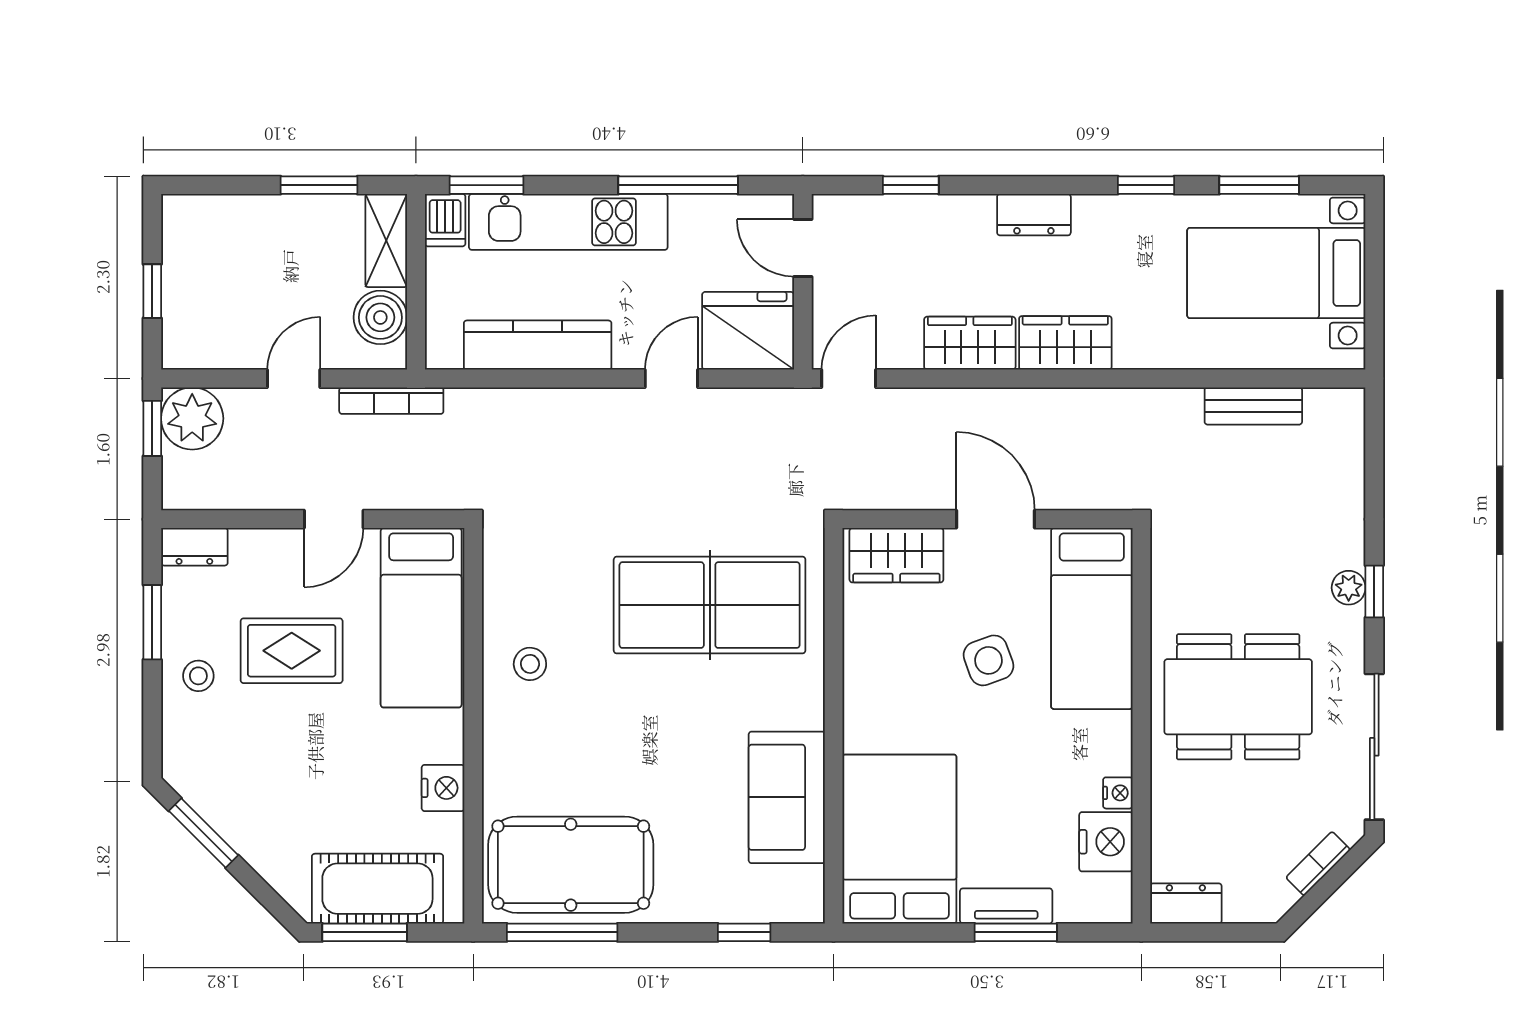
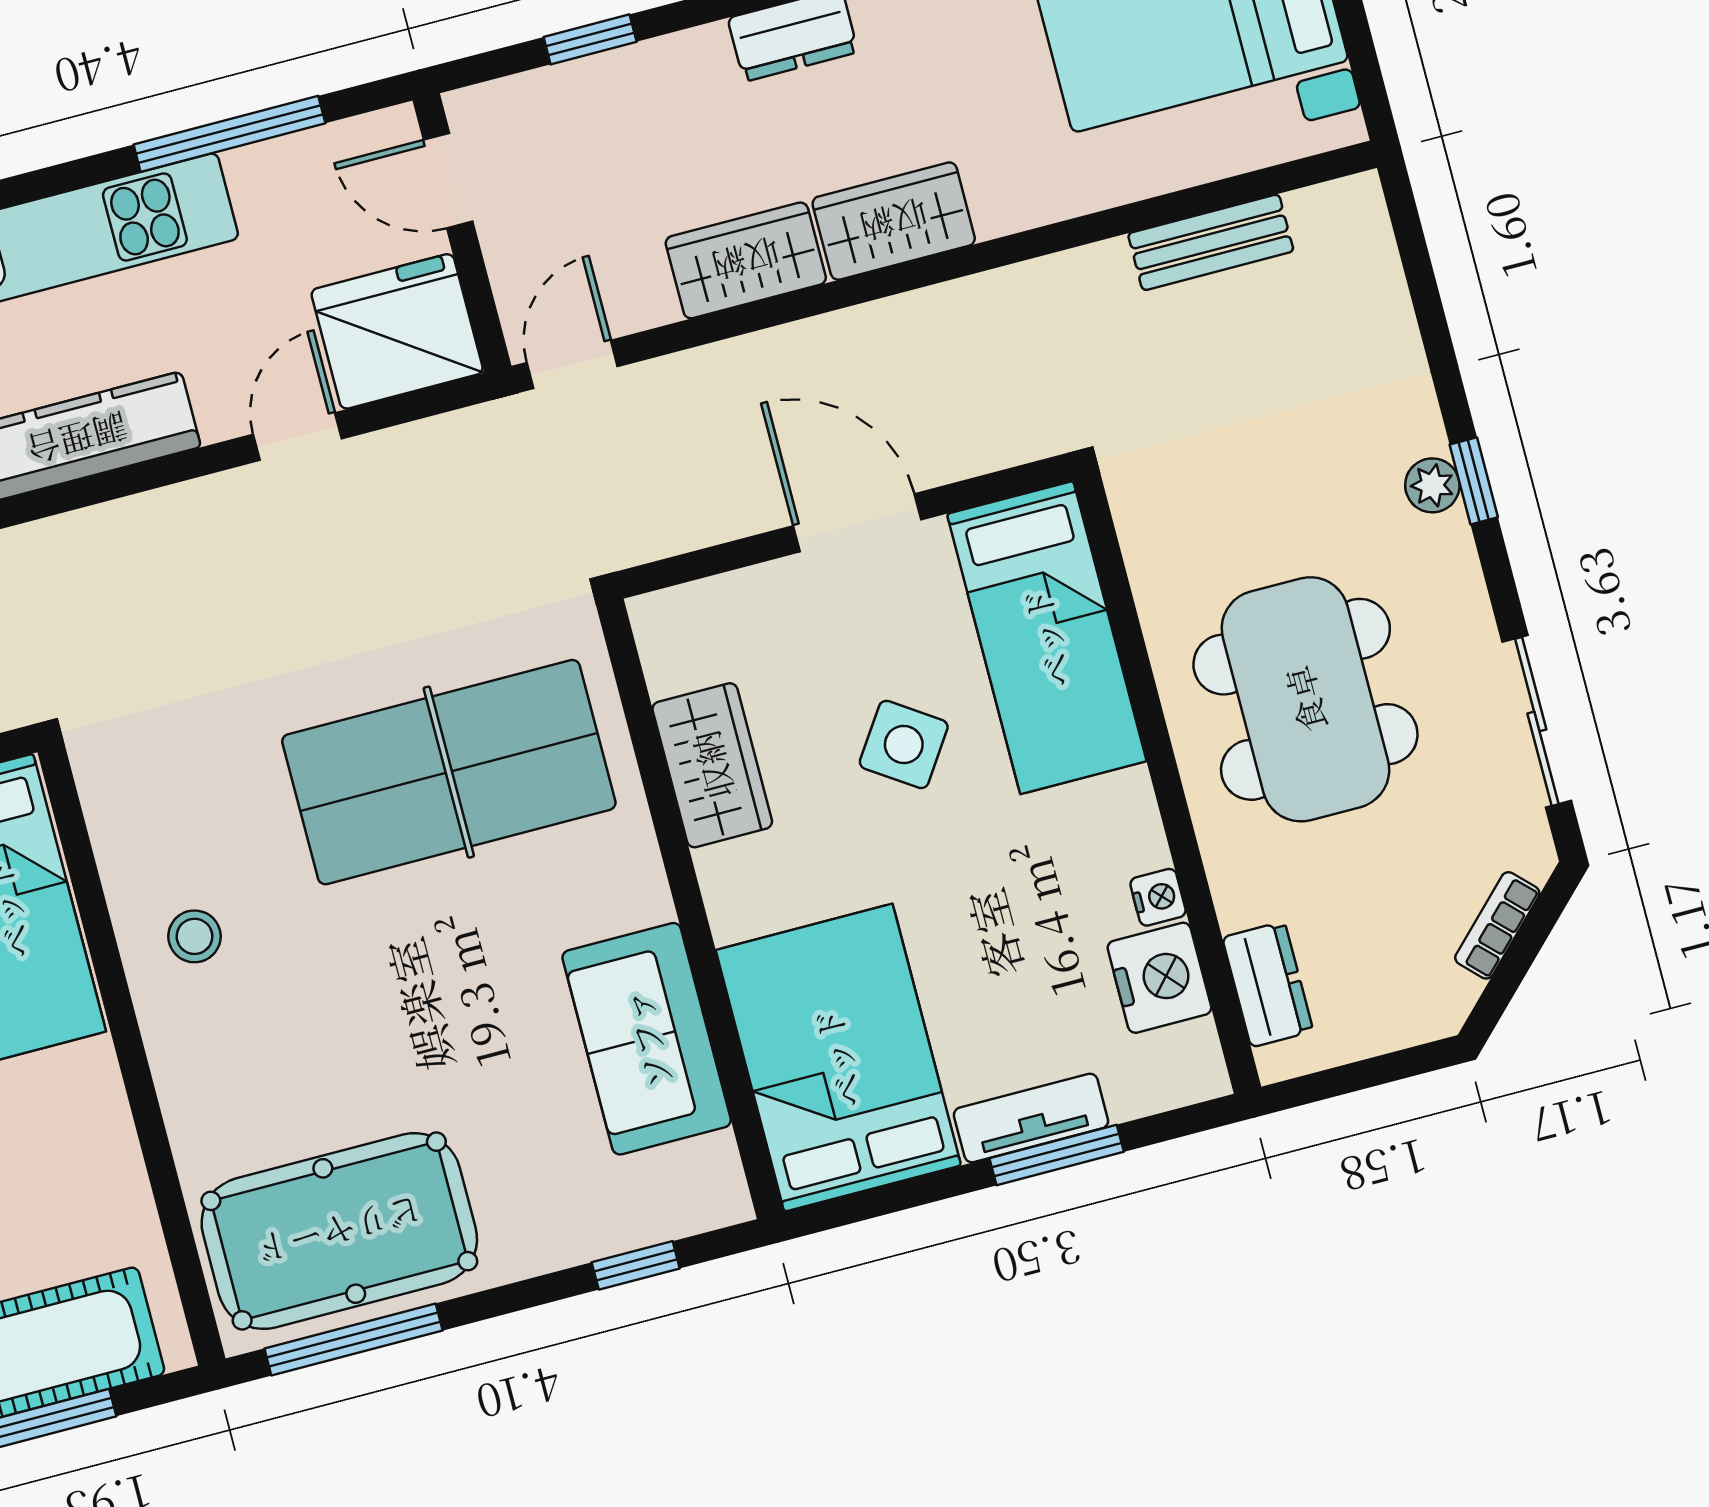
wardrobe: (896, 555) -> (712, 765), moved, turned -90
side table: (988, 660) -> (904, 744), turned -36
dining table: (1238, 697) -> (1305, 699), turned 90
sliding door: (1374, 747) -> (1537, 721), width x0.73
nightstand: (443, 788) -> (110, 1164), removed
dresser: (1186, 903) -> (1268, 984), moved, turned 90

